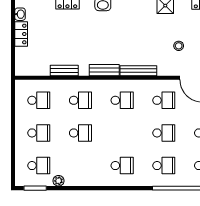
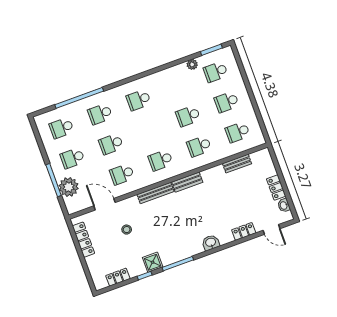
bench: (64, 71) -> (237, 164), moved

